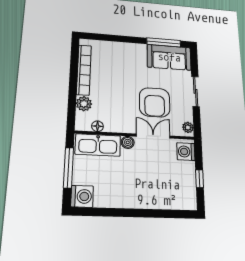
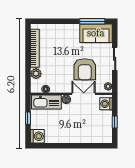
window: (68, 168) -> (28, 118), width x0.46

